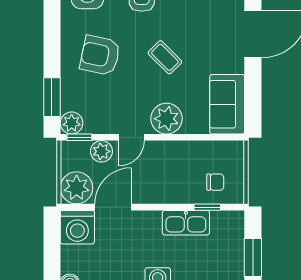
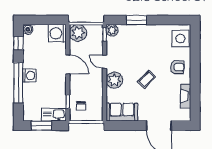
armchair: (100, 55) -> (148, 45), removed
window: (52, 97) -> (136, 20), moved
plant: (101, 151) -> (97, 46), removed
door: (113, 207) -> (68, 64), moved
kitchen sink: (186, 223) -> (54, 115), moved, turned 90

